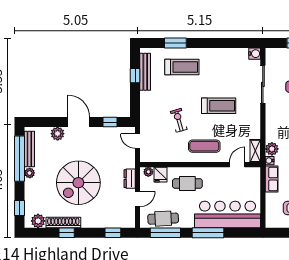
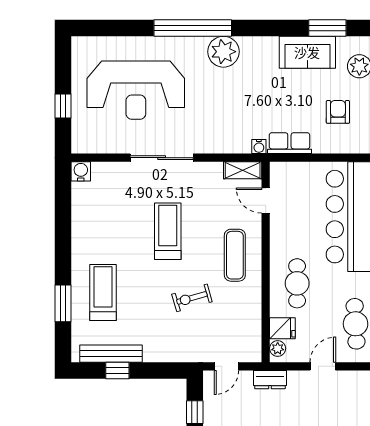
sliding door: (263, 84) -> (162, 158), moved
plant: (272, 149) -> (239, 143), removed
dresser: (130, 179) -> (270, 380), moved
door: (138, 199) -> (323, 366), hinge flipped

